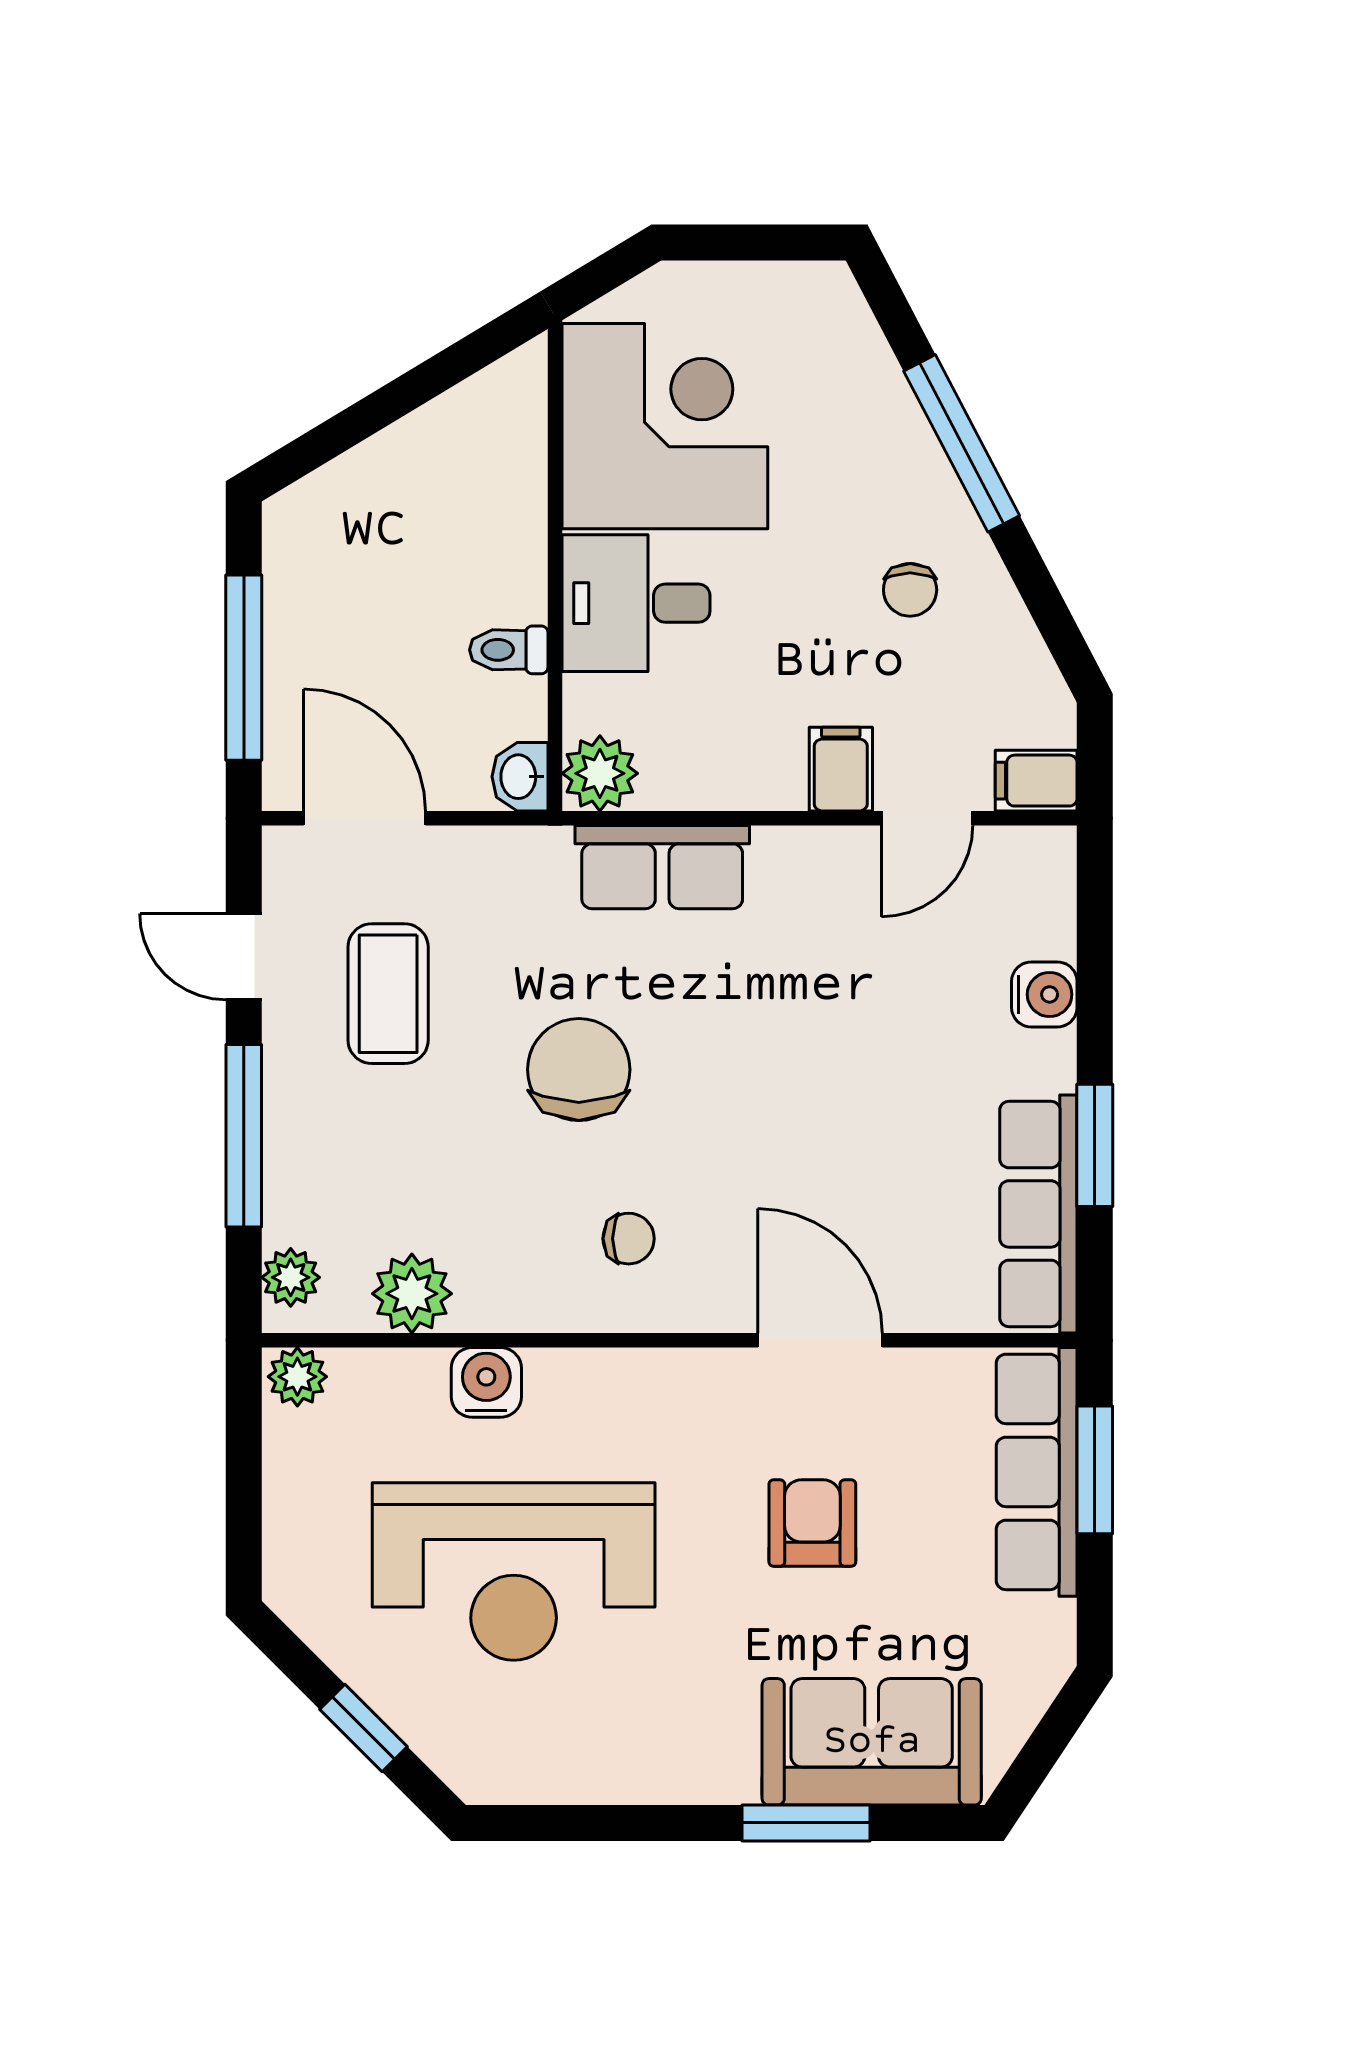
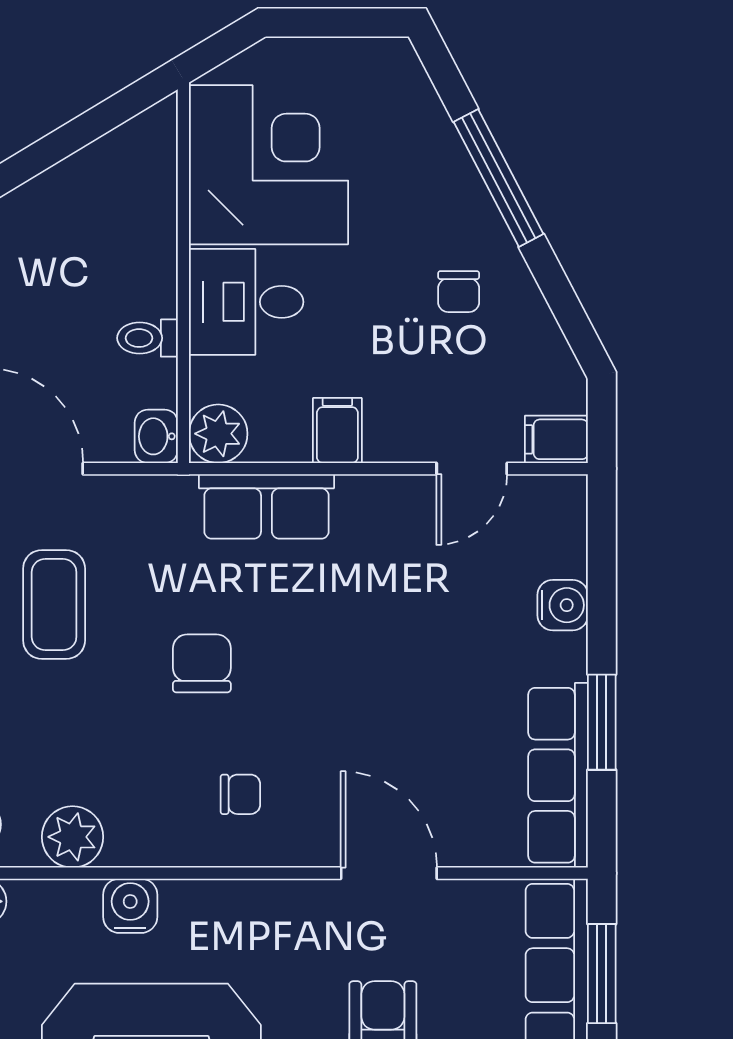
filing cabinet: (841, 769) -> (337, 430), moved
chair: (579, 1070) -> (202, 663), width x0.73, depth x0.73

